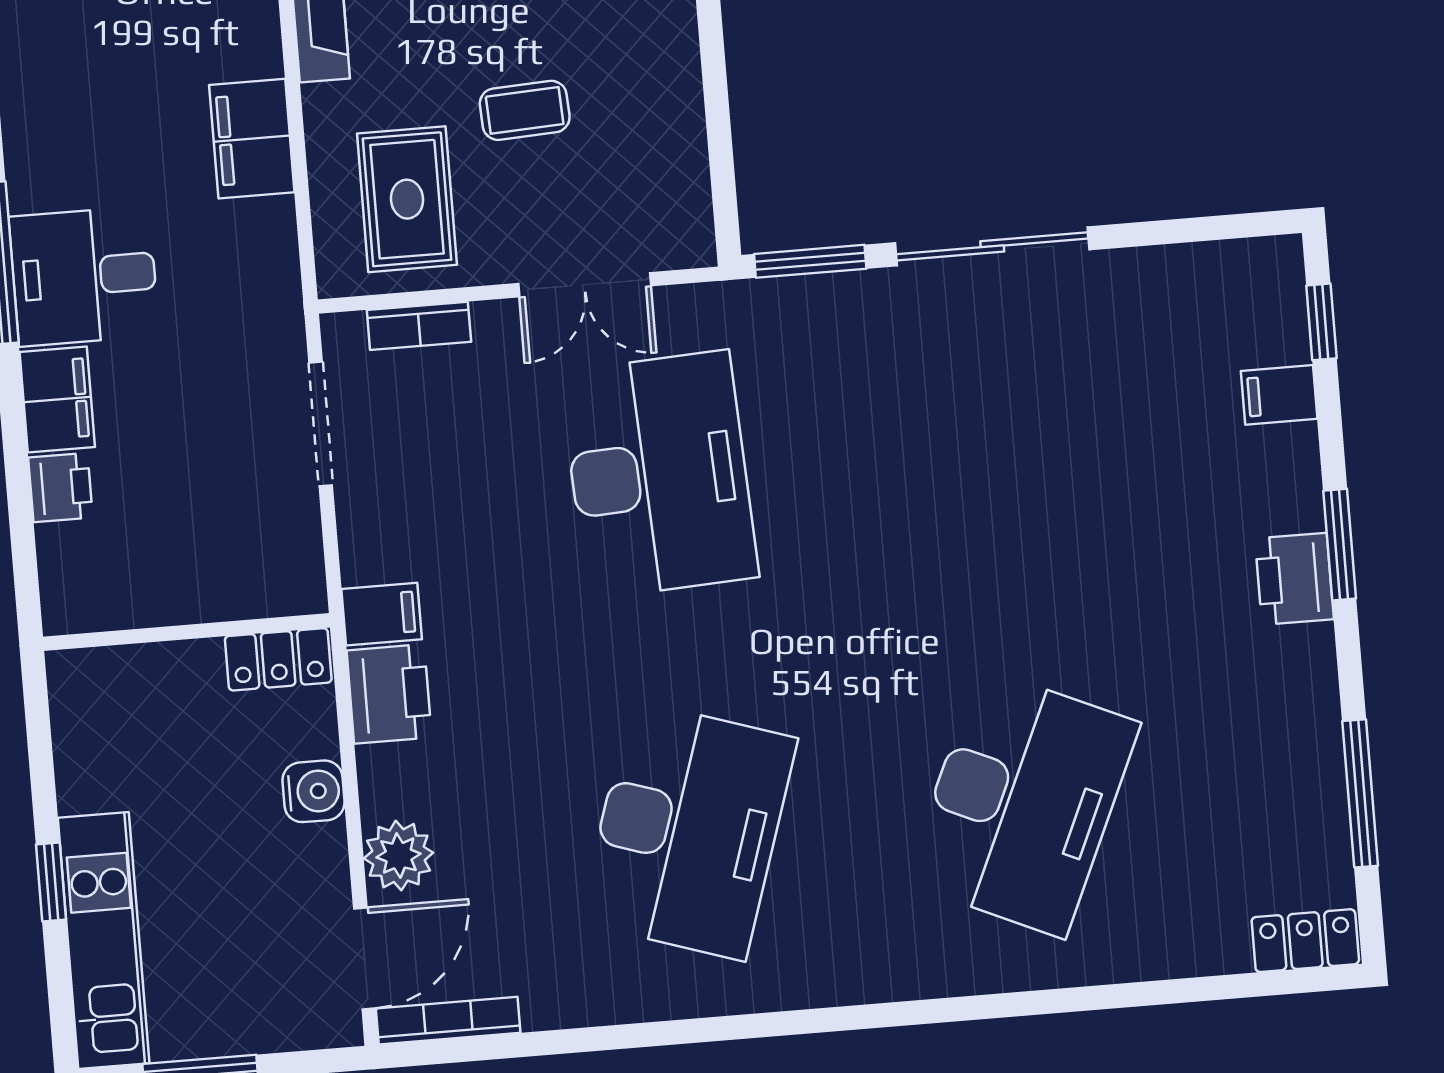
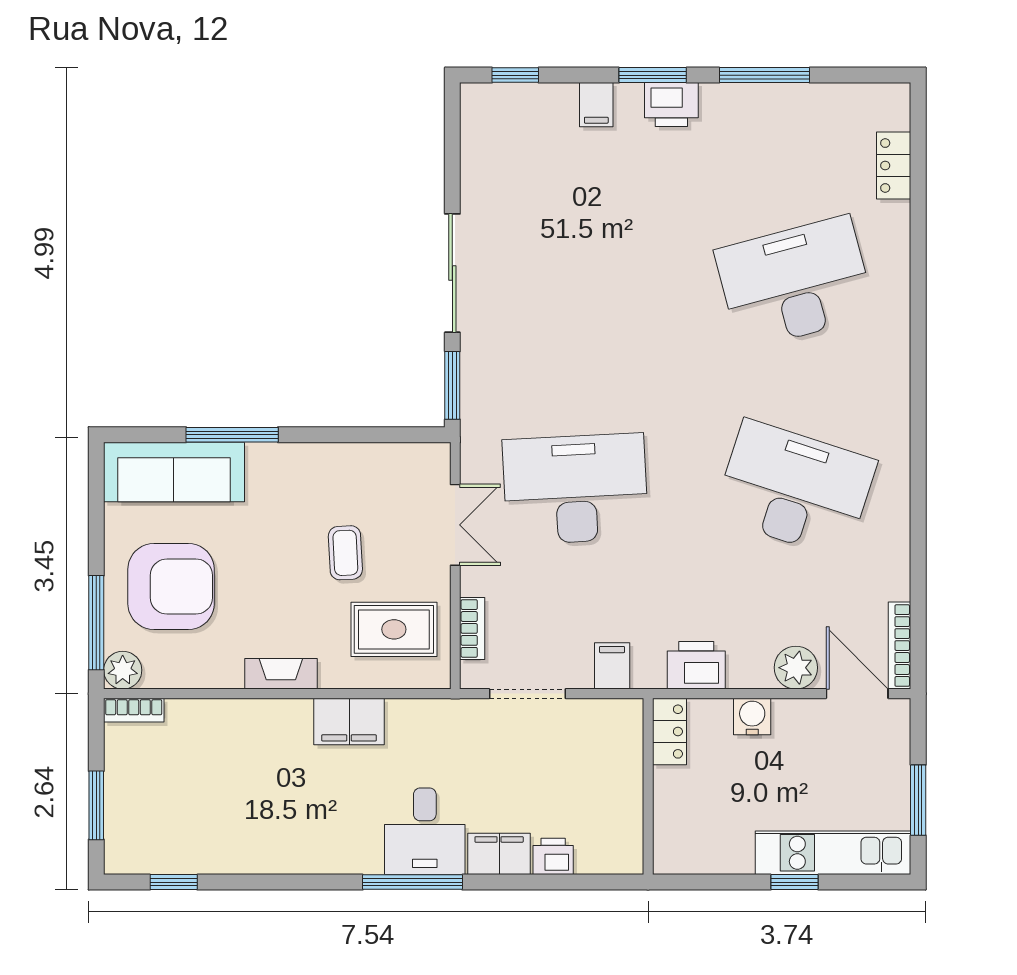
filing cabinet: (1279, 395) -> (596, 105), moved
filing cabinet: (382, 614) -> (612, 666), moved
window: (1360, 793) -> (764, 75), moved
desk: (1022, 803) -> (795, 283), turned -39
locker: (1305, 941) -> (894, 166), moved

